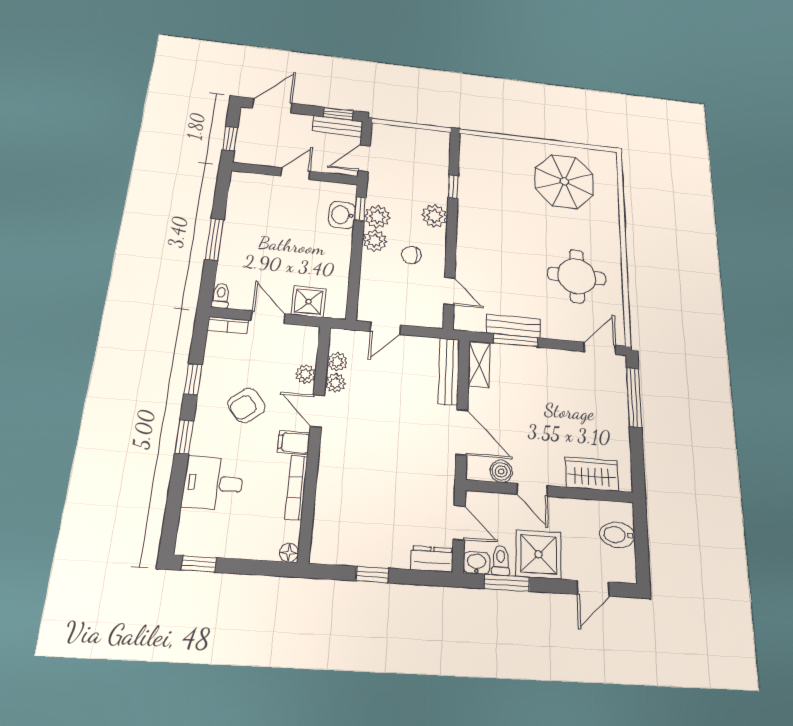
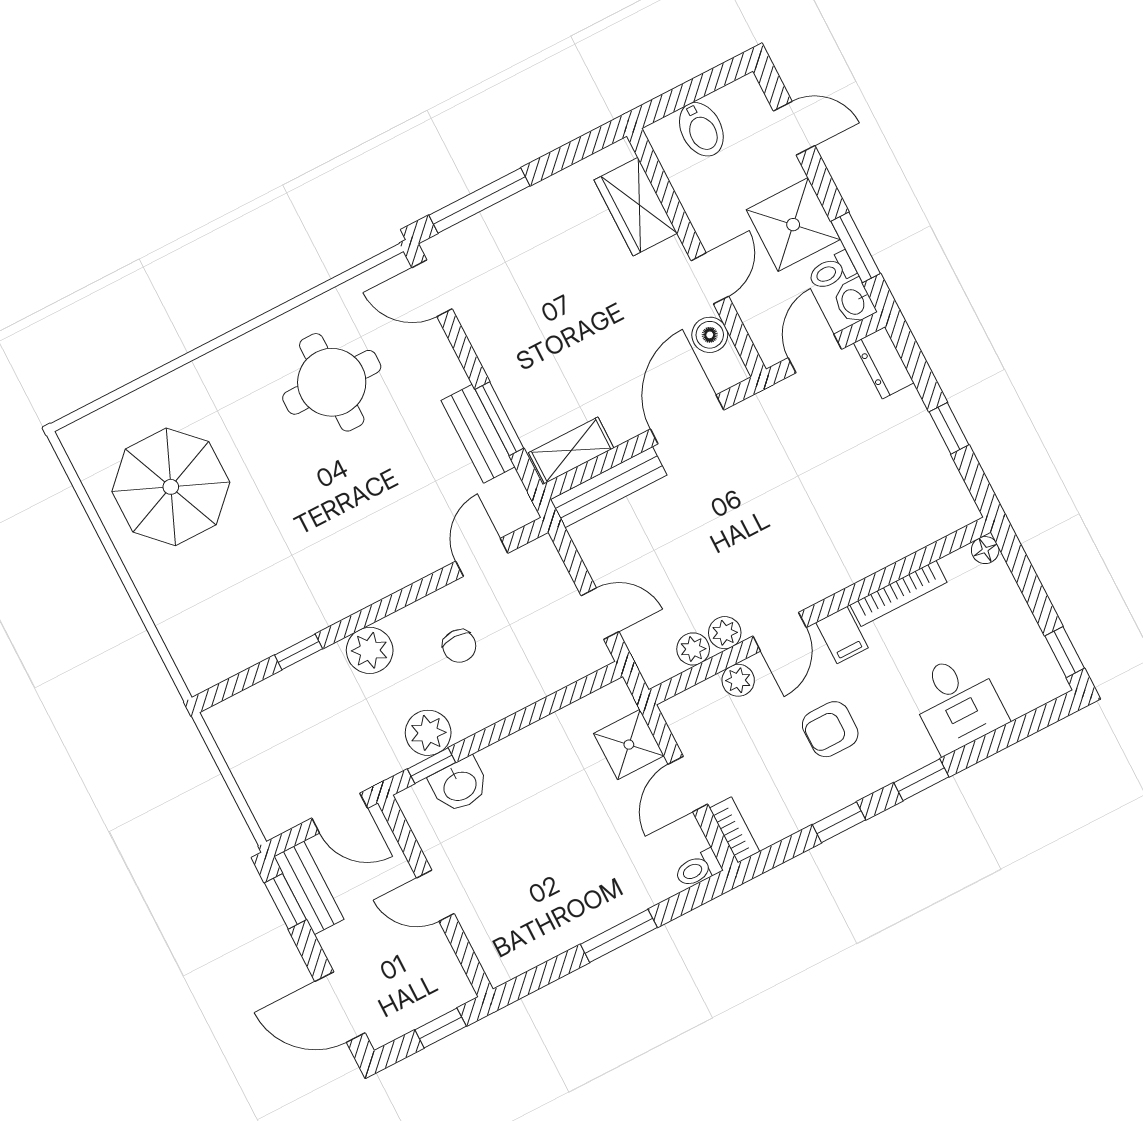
plant: (375, 241) -> (471, 713), removed
armchair: (247, 405) -> (830, 729), turned 130

